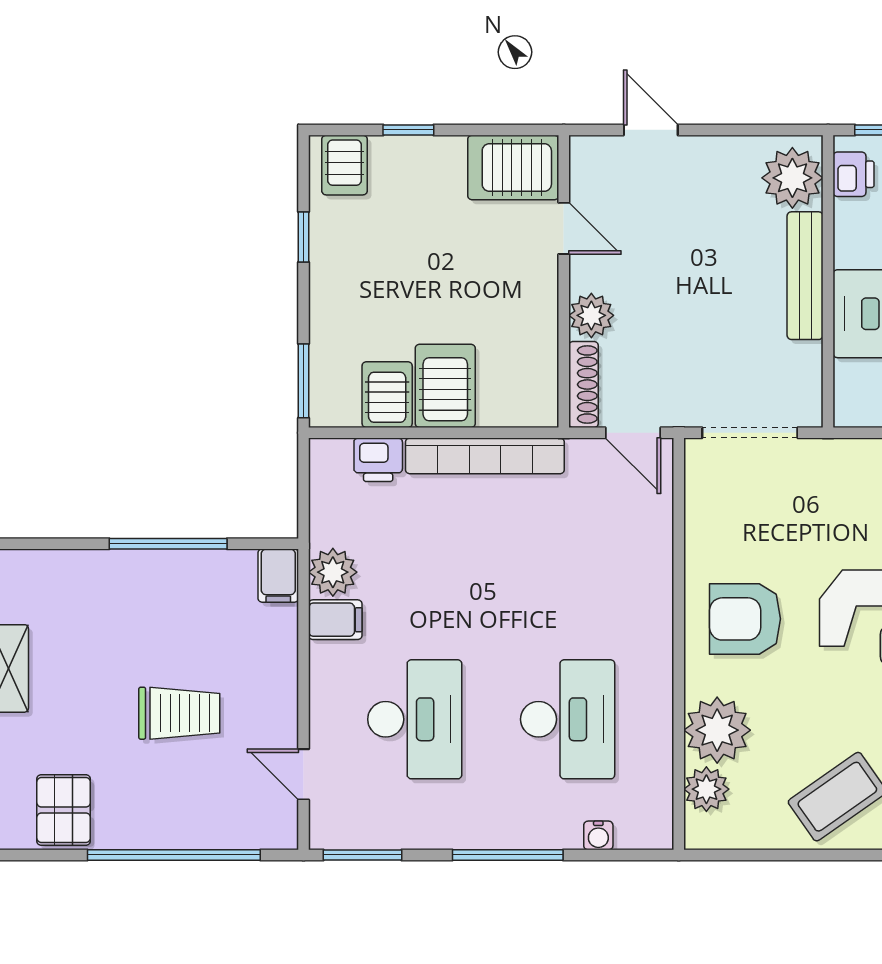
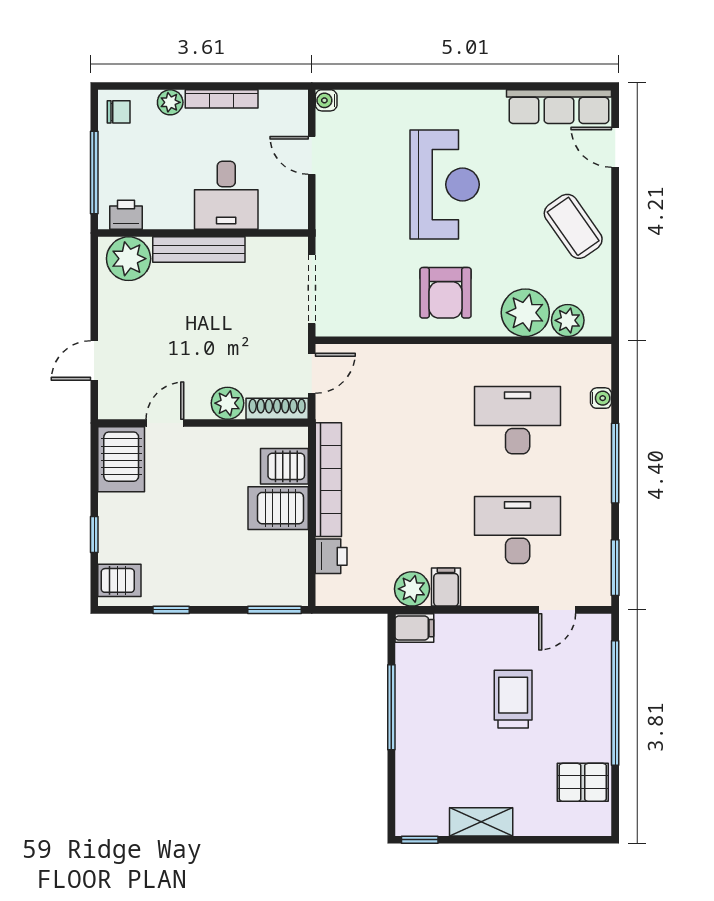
server rack: (387, 395) -> (284, 466), moved

